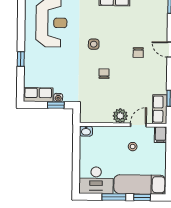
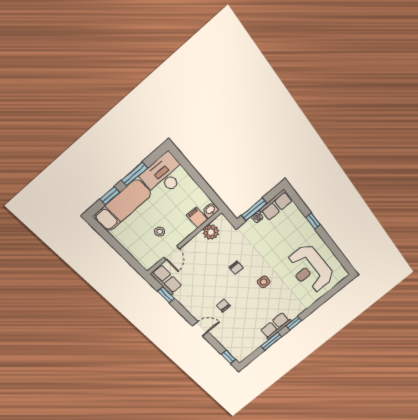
window: (56, 105) -> (254, 209), width x1.50
plant: (120, 116) -> (211, 232), moved
filing cabinet: (160, 135) -> (197, 217), moved

